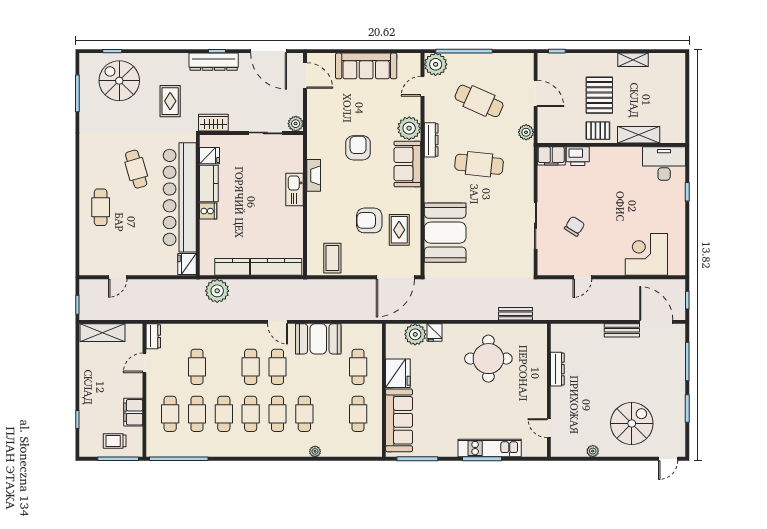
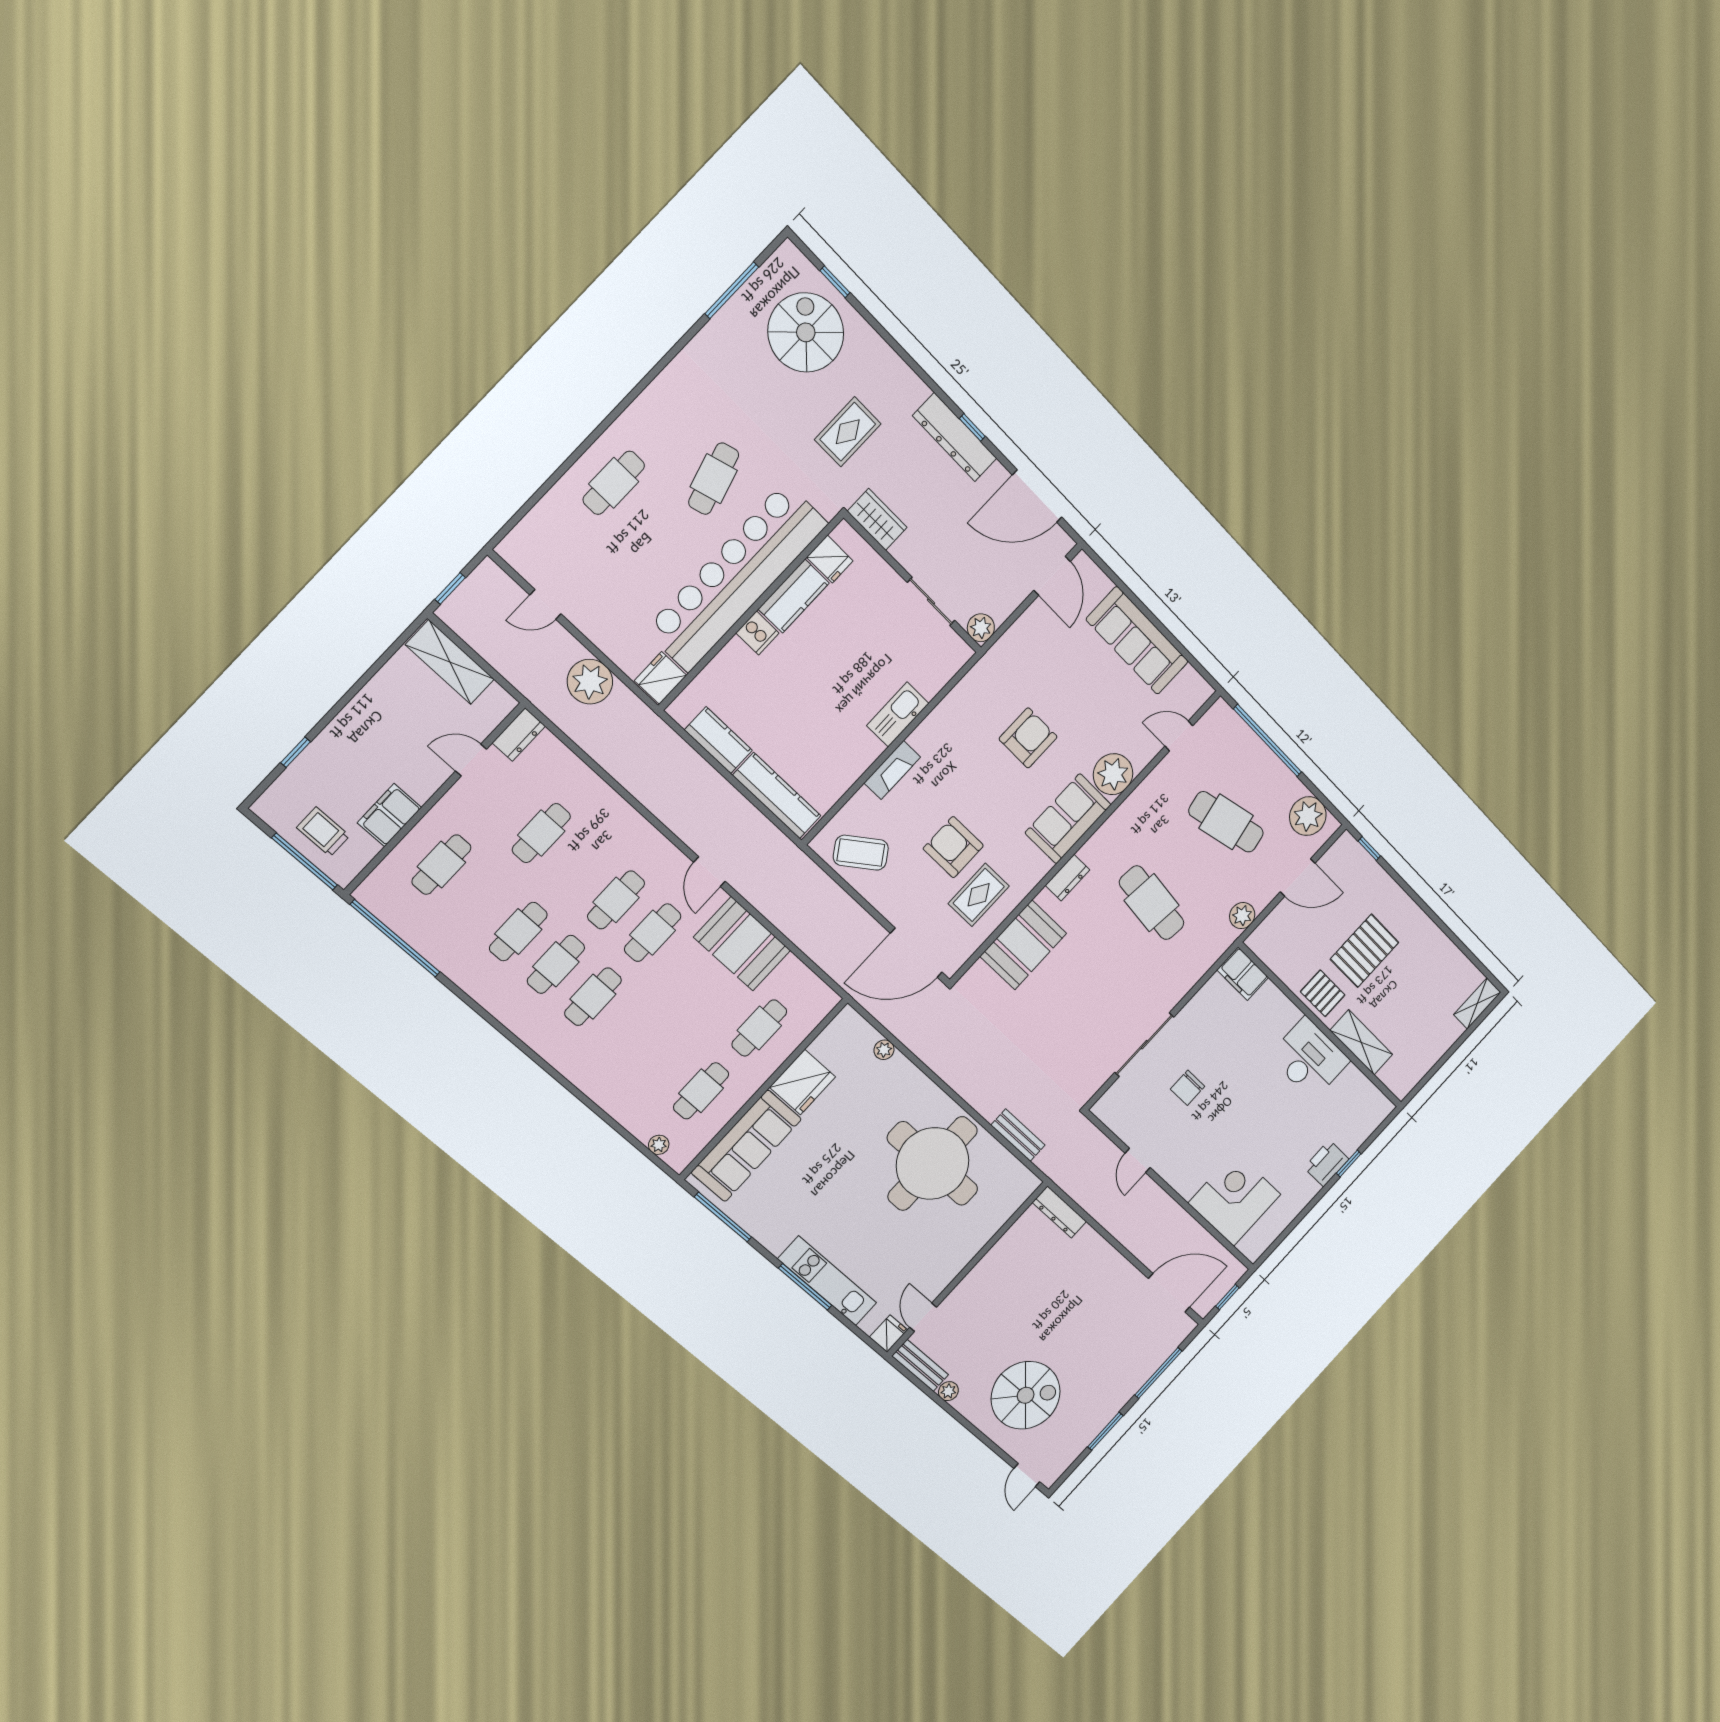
door: (269, 51) -> (1037, 496), hinge flipped
shelving: (633, 60) -> (1477, 1003), moved, turned 90
plant: (436, 64) -> (1308, 816), moved
door: (536, 93) -> (1298, 877), hinge flipped
cafe table: (479, 101) -> (1226, 822), turned -36
dresser: (431, 140) -> (1067, 878), moved, width x0.70
printer: (578, 156) -> (1326, 1163), moved, turned 90
desk: (664, 164) -> (1309, 1058), moved
fireplace: (314, 175) -> (892, 770), moved
chair: (575, 226) -> (1188, 1088), turned 148
booth: (445, 233) -> (1023, 945), width x0.73, depth x0.70
coffee table: (332, 258) -> (861, 853), turned 55
door: (582, 277) -> (1138, 1160), hinge flipped
plant: (217, 291) -> (590, 682), moved
door: (656, 322) -> (1169, 1293), hinge flipped
bench: (622, 330) -> (920, 1365), moved
fridge: (434, 332) -> (889, 1334), moved, turned 180
plant: (415, 334) -> (884, 1050), width x0.53, depth x0.53
round table: (488, 359) -> (933, 1163), width x1.36, depth x1.36
dresser: (557, 369) -> (1059, 1212), moved, turned 90
cafe table: (197, 414) -> (480, 898), removed
cafe table: (304, 414) -> (630, 1028), removed
plant: (315, 451) -> (659, 1145), moved
door: (668, 459) -> (1027, 1475), hinge flipped

